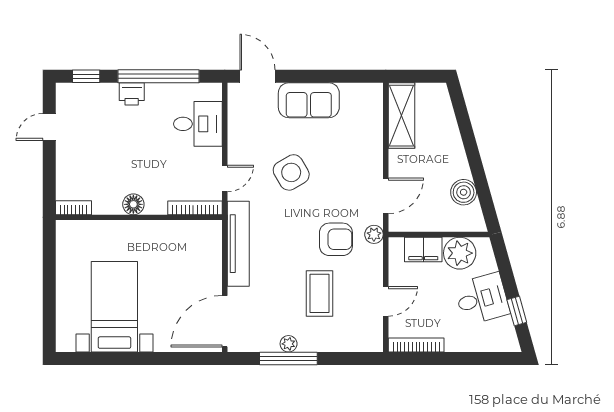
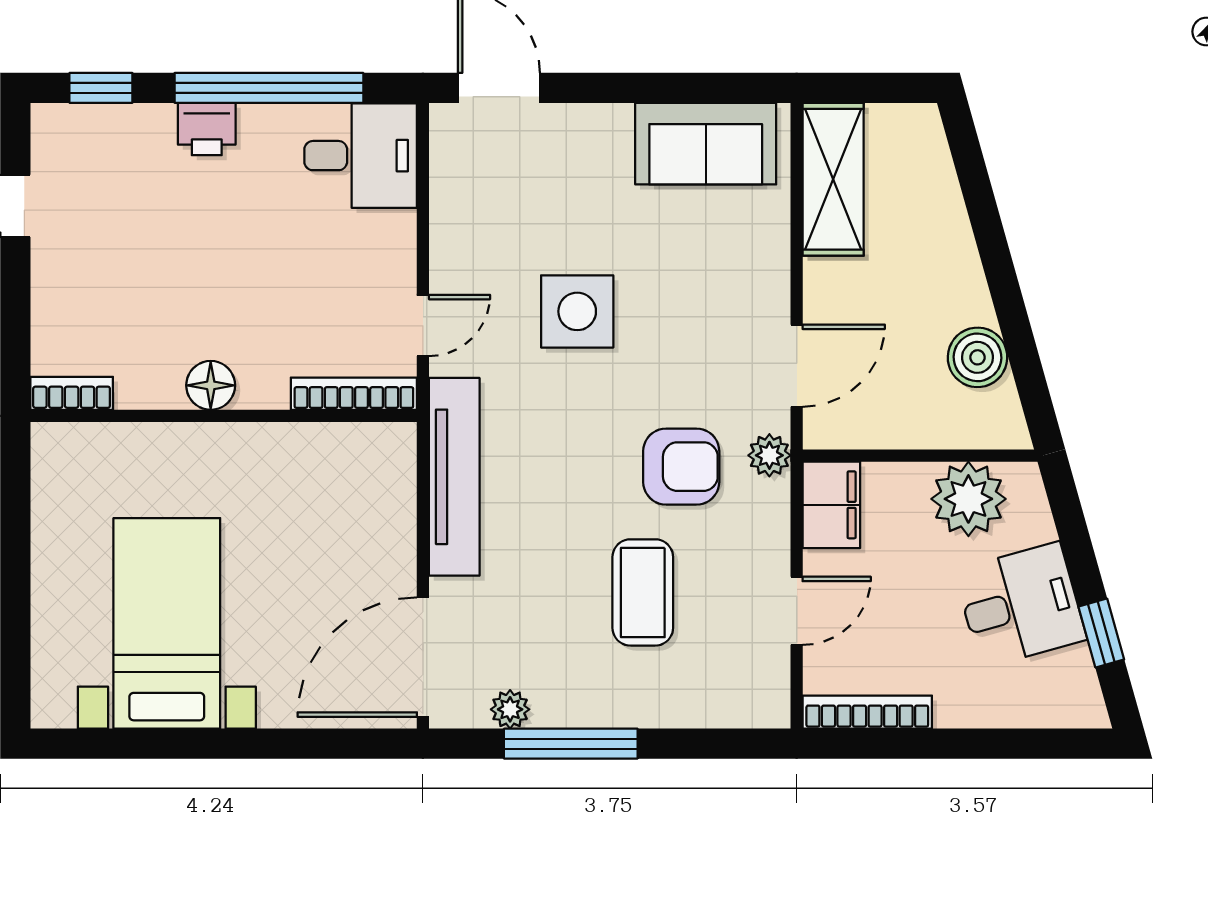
sofa: (309, 100) -> (706, 144), moved
desk: (198, 124) -> (361, 156), moved
side table: (291, 172) -> (577, 311), turned 30
filing cabinet: (423, 250) -> (831, 505), moved, turned -90
plant: (289, 344) -> (510, 709), moved

